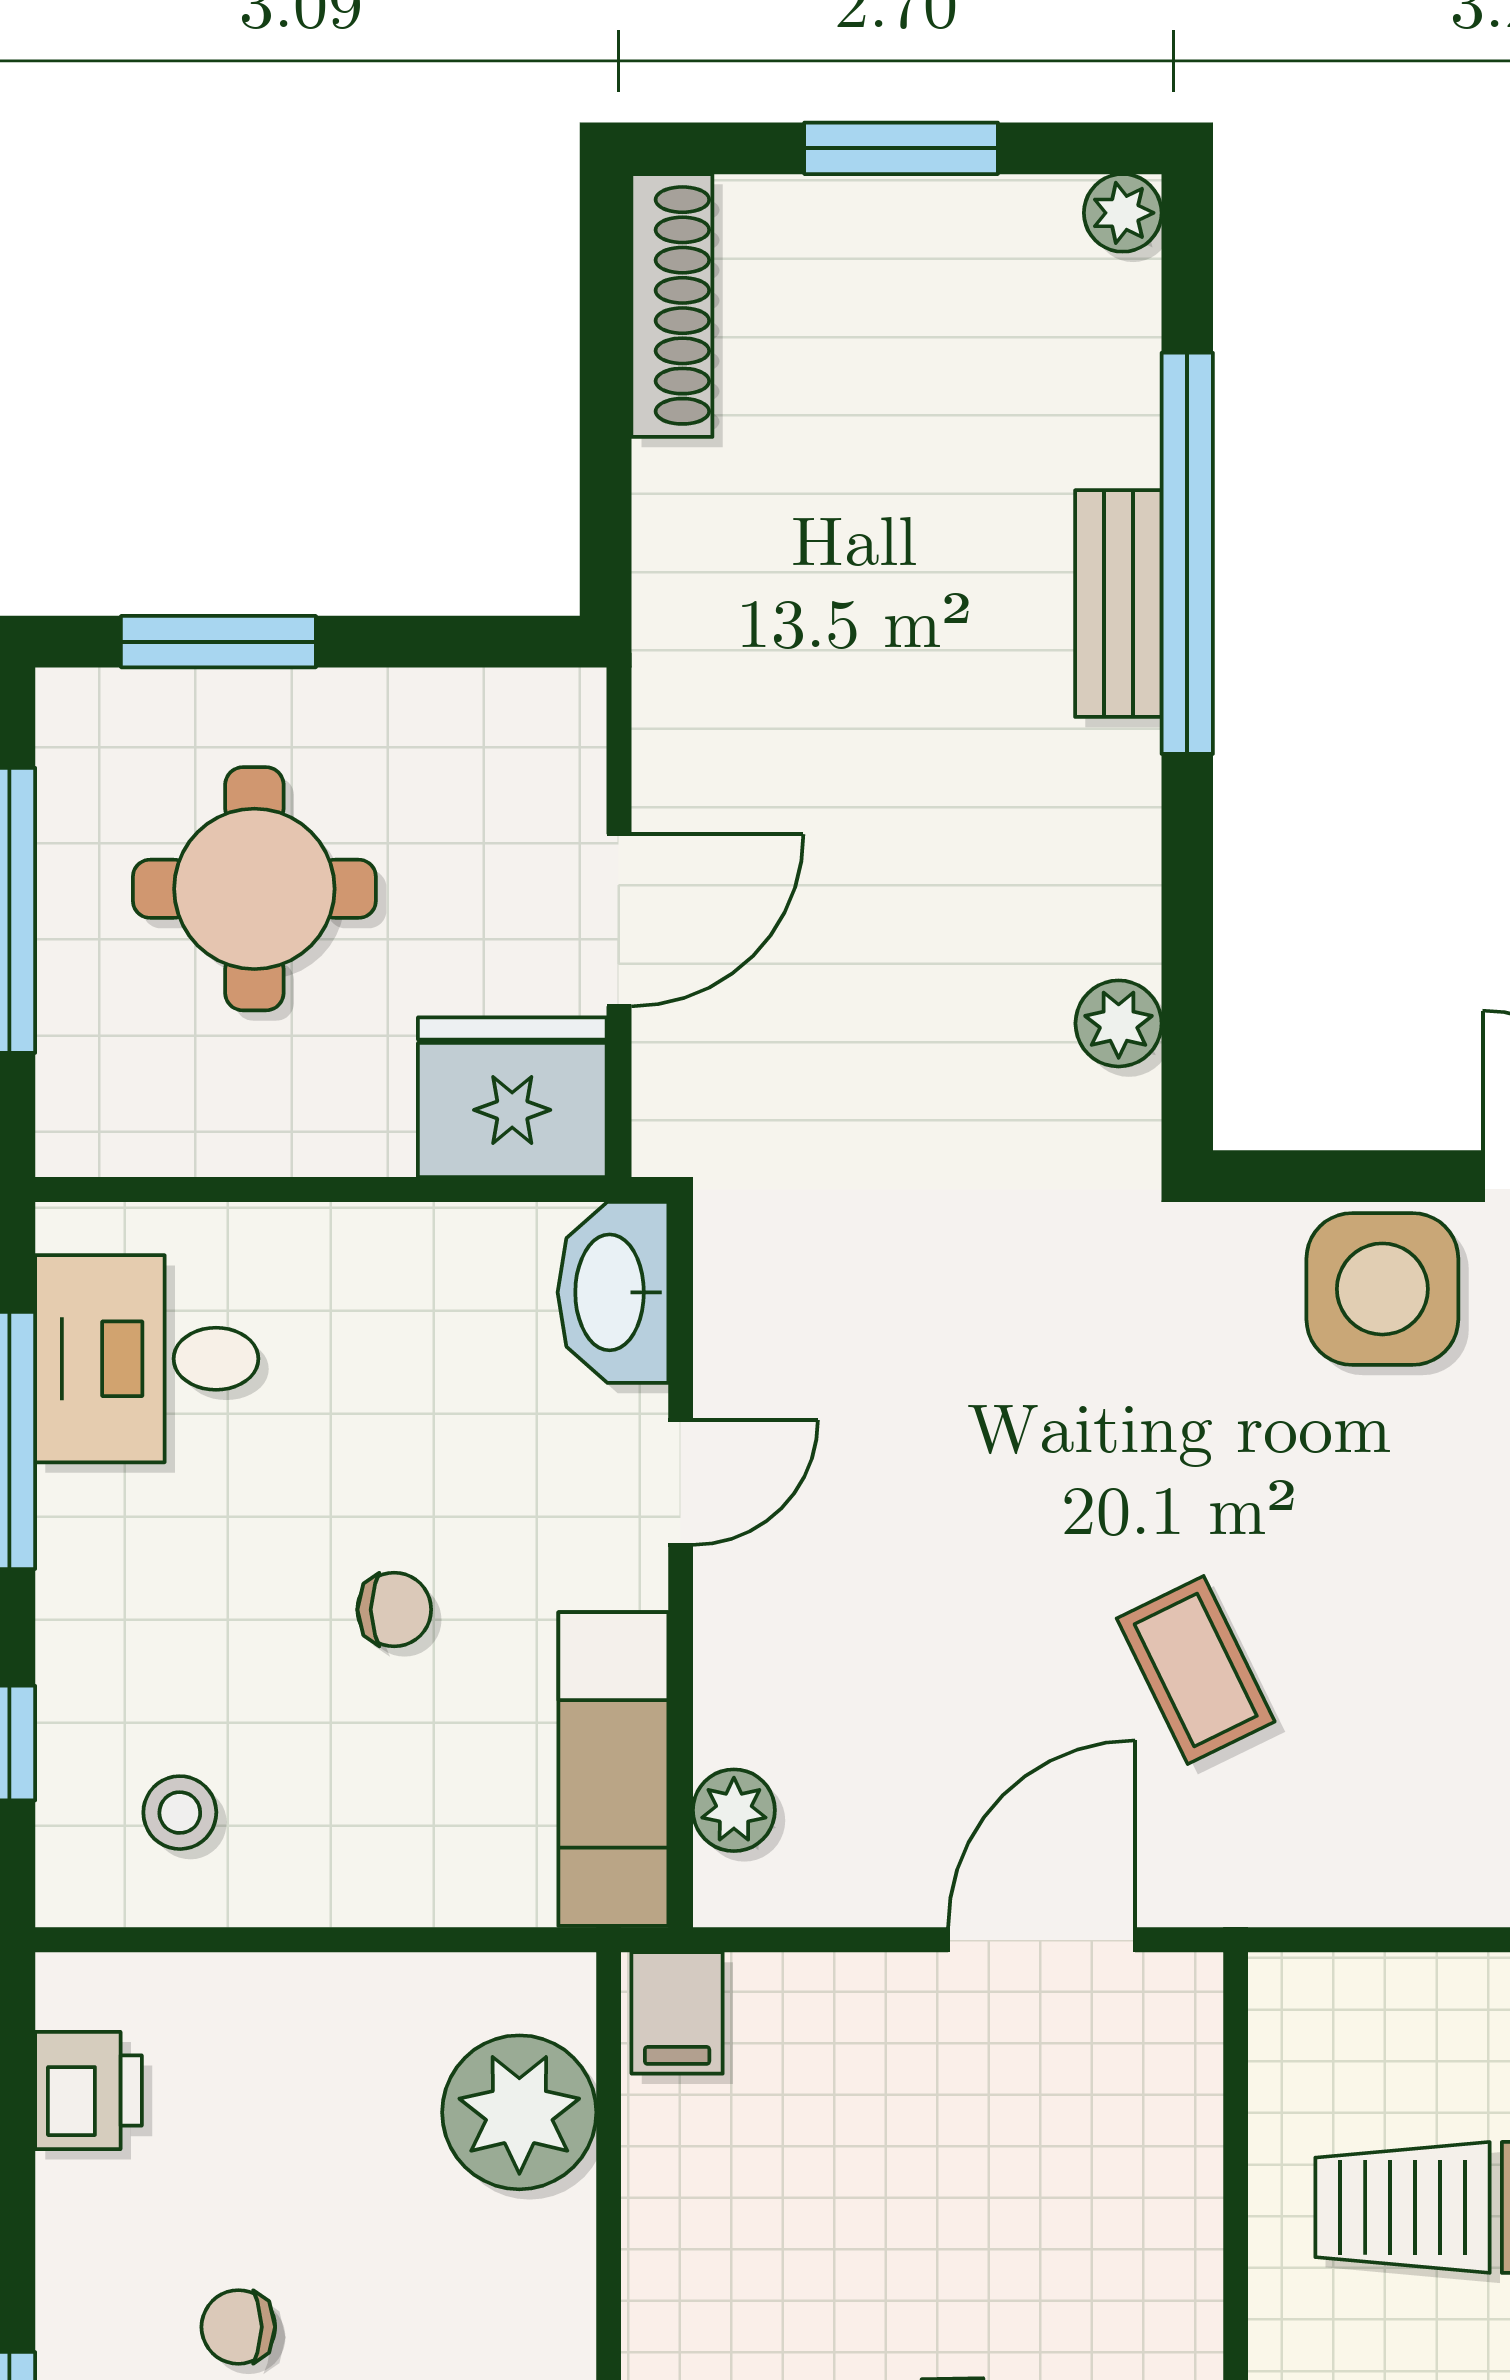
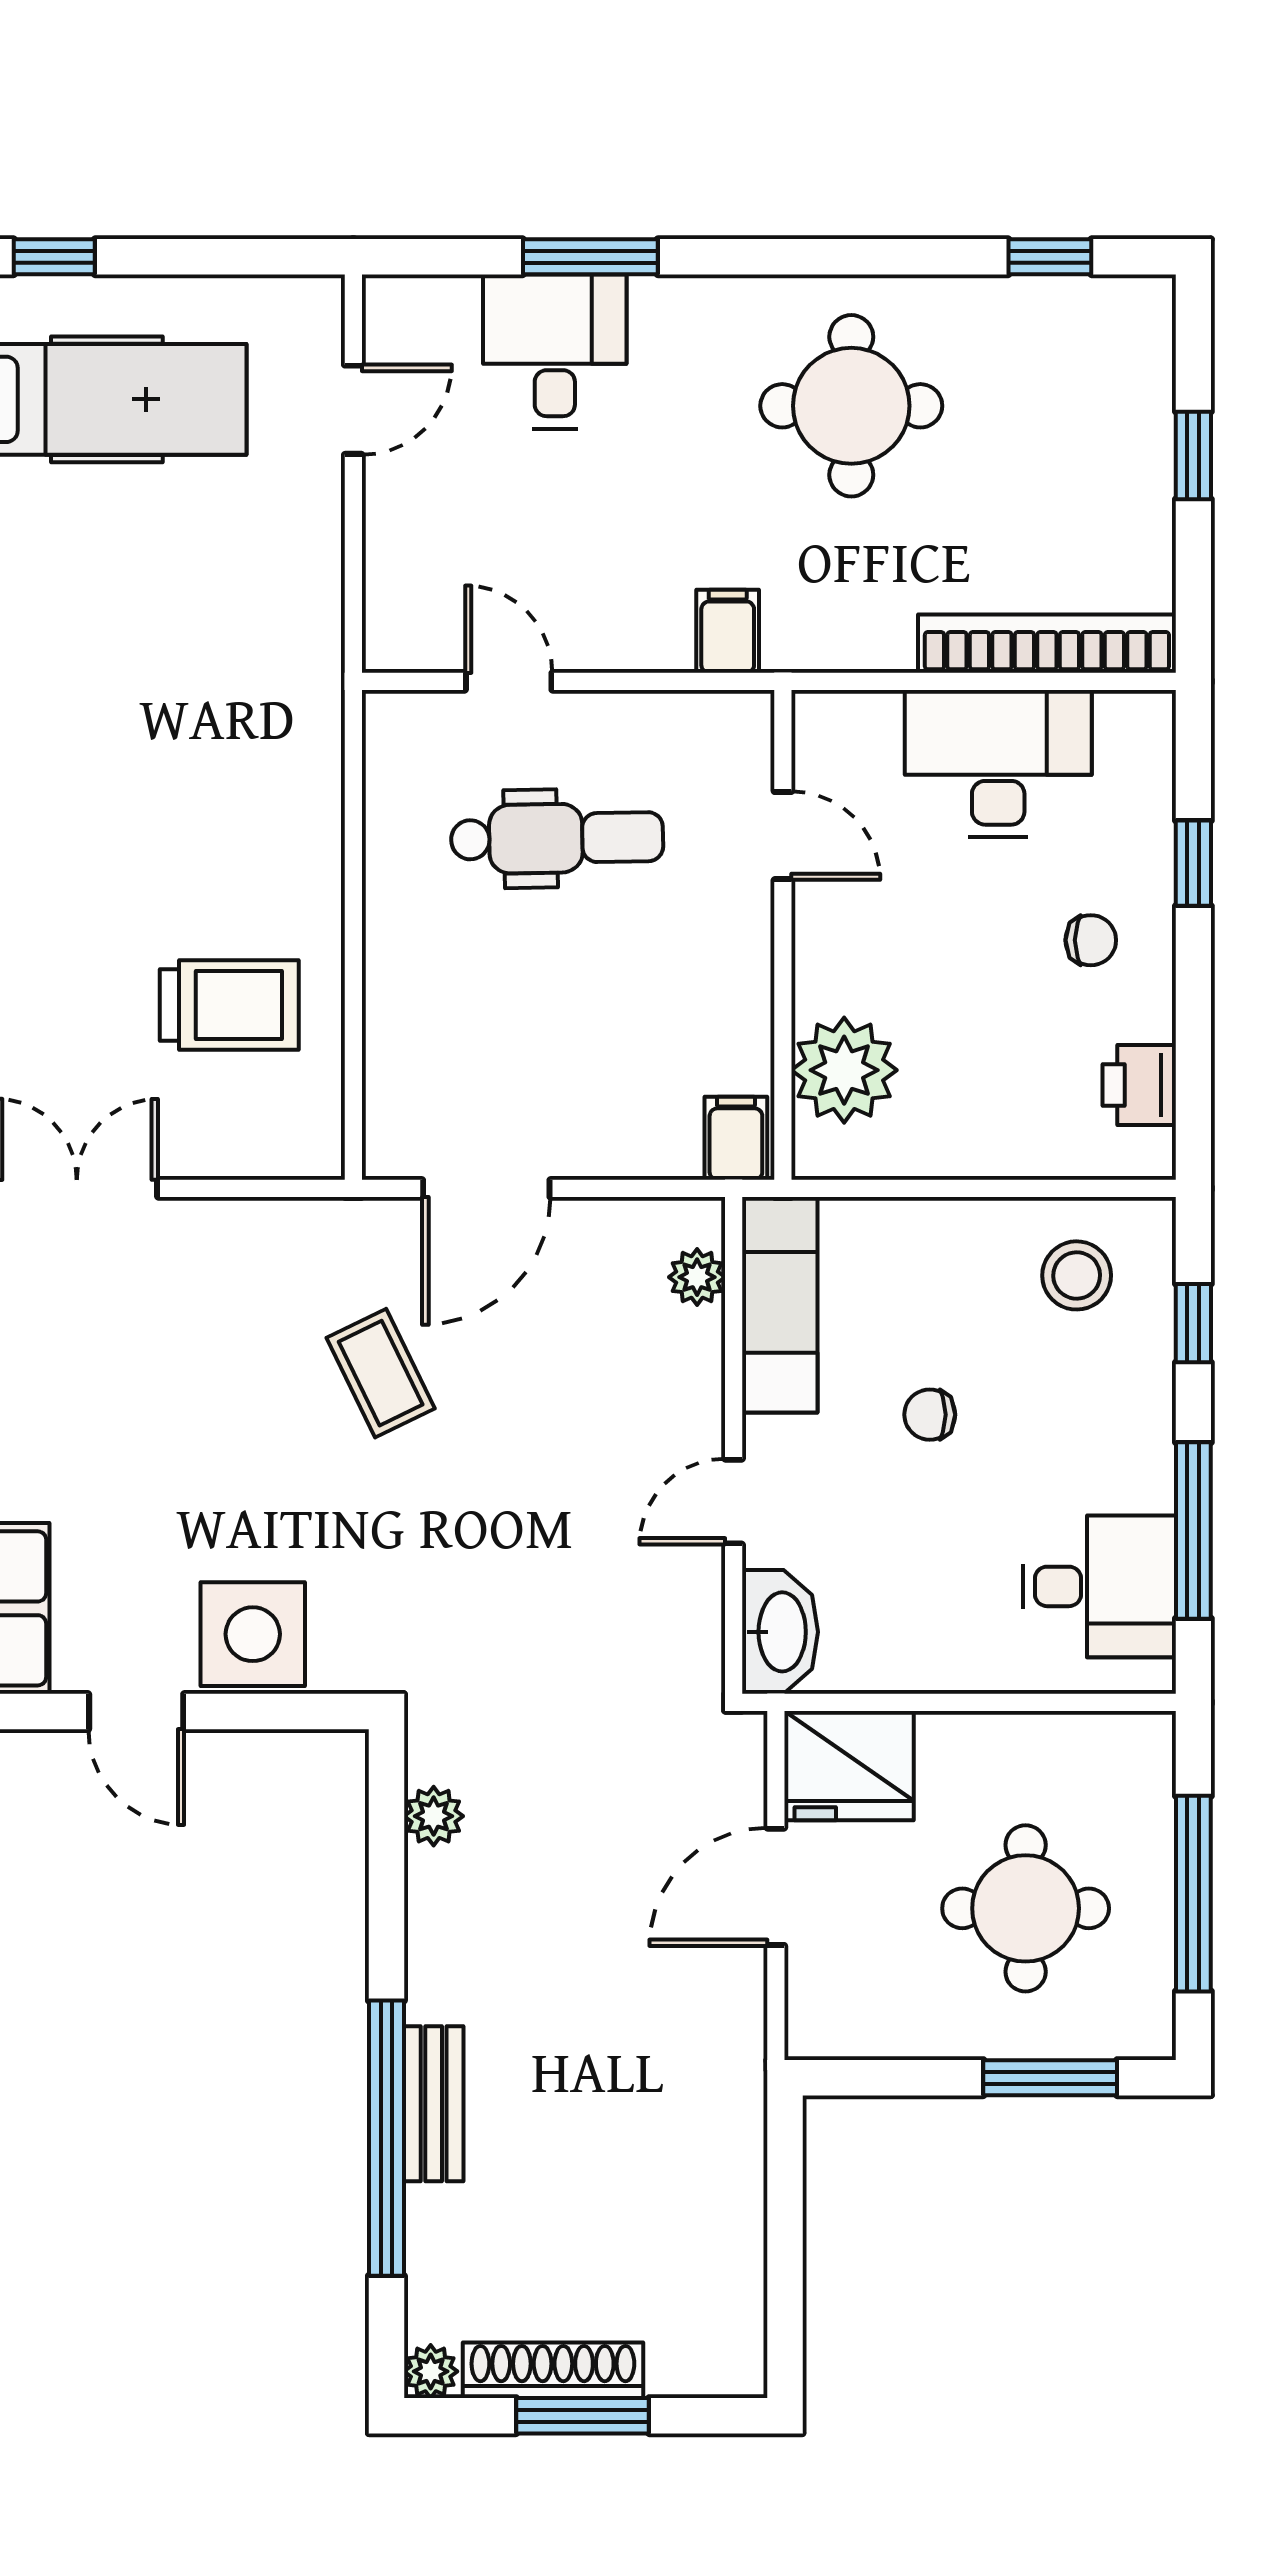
shoe rack: (672, 305) -> (553, 2370), moved, turned 90
stool: (180, 1813) -> (1077, 1275), width x1.37, depth x1.37
chair: (238, 2327) -> (1091, 940), moved

